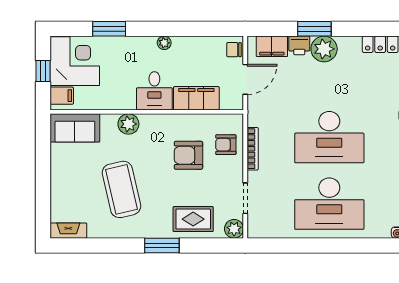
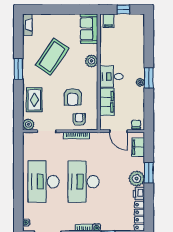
window: (109, 29) -> (149, 78), moved
printer: (299, 45) -> (139, 194), moved
corner desk: (75, 61) -> (129, 29), removed
armchair: (188, 155) -> (73, 97), turned 180
coffee table: (121, 189) -> (52, 57), turned -43
window: (162, 245) -> (18, 69), moved

